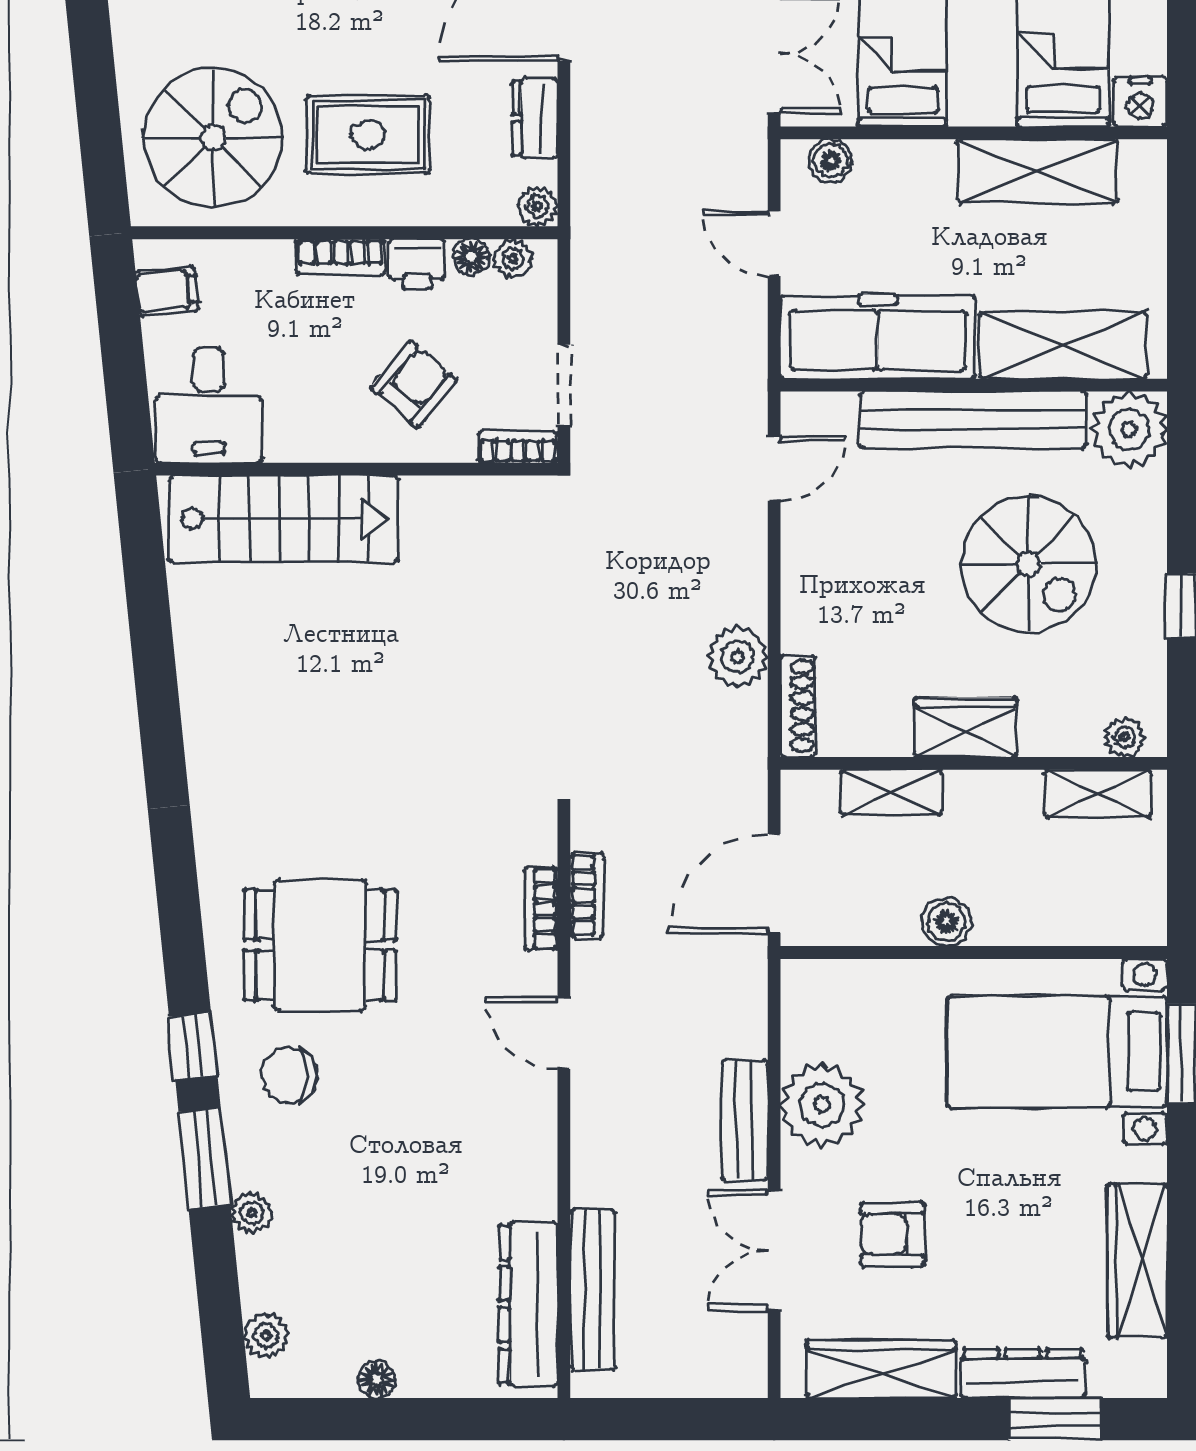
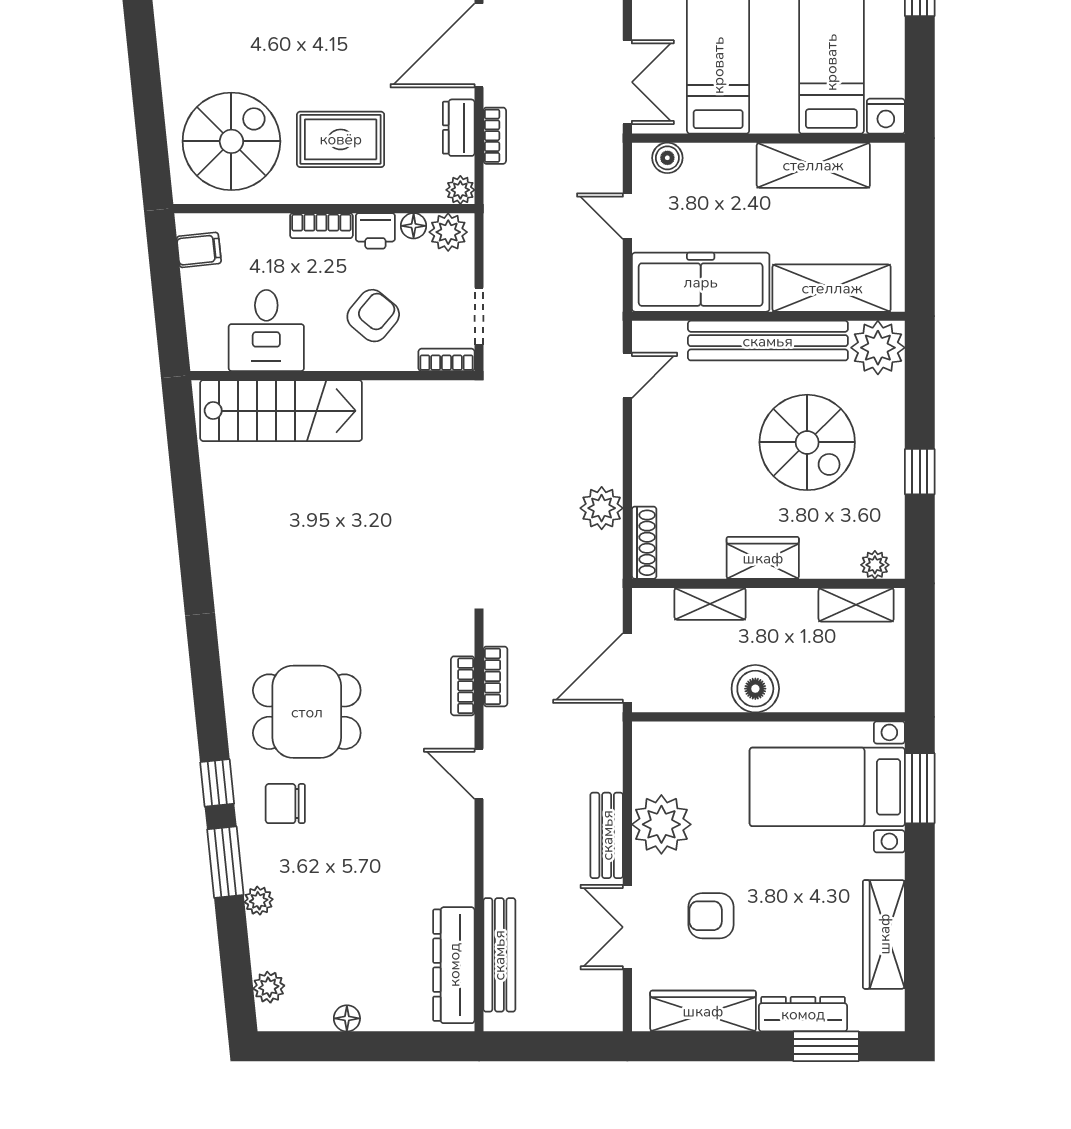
bookcase: (586, 129) -> (495, 136), added
plant: (513, 259) -> (448, 232), width x1.38, depth x1.38
desk: (209, 405) -> (266, 330), moved
boiler: (946, 922) -> (755, 689), width x1.36, depth x1.36

